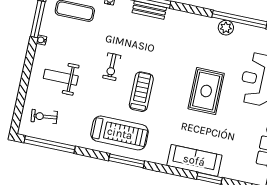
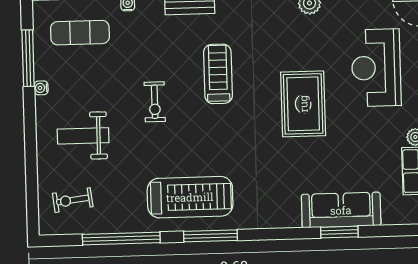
treadmill: (141, 92) -> (218, 74), moved
window: (50, 144) -> (121, 239), moved
sofa: (194, 160) -> (341, 210), moved

